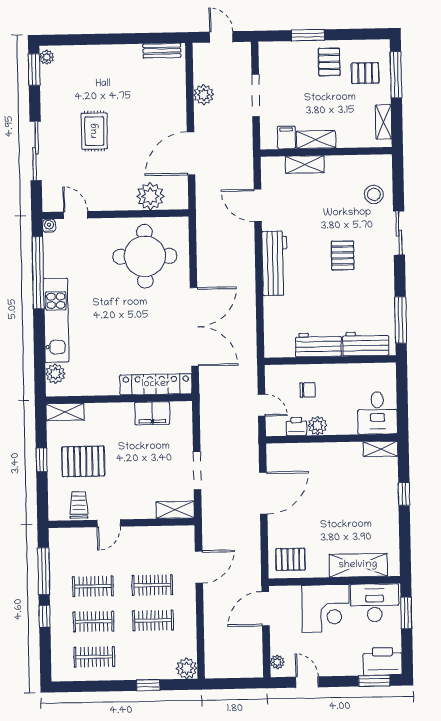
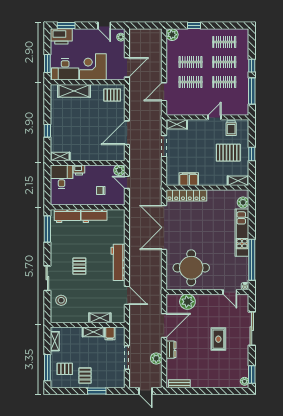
dresser: (178, 111) -> (171, 350), added
printer: (296, 426) -> (79, 170), moved
plant: (317, 426) -> (119, 170), moved

